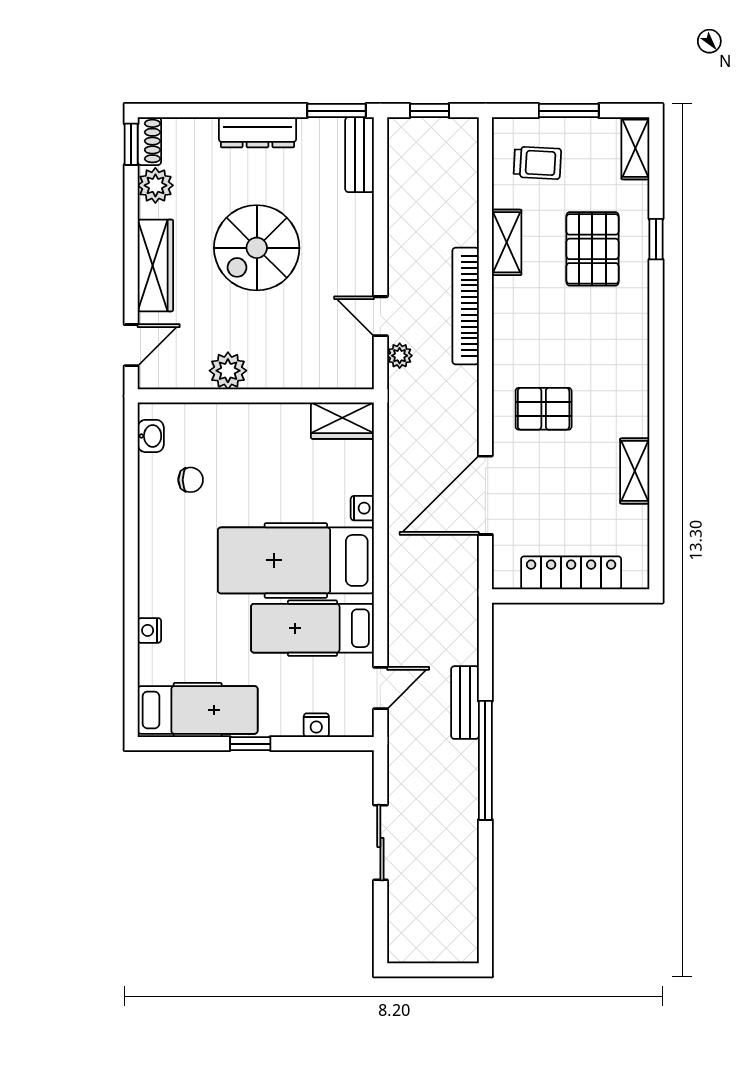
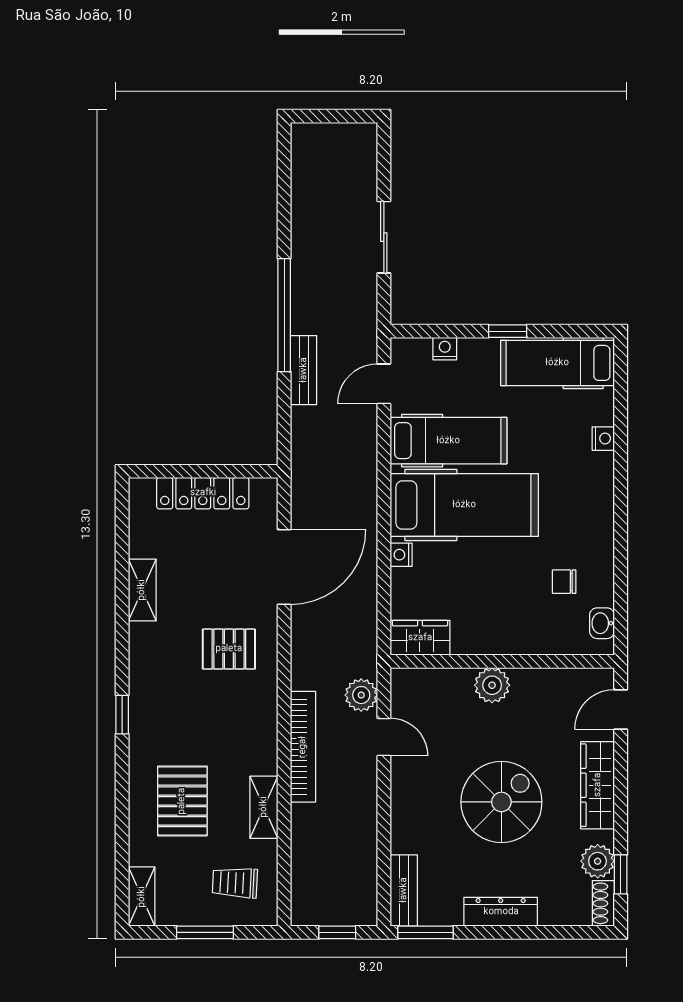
window: (131, 144) -> (621, 874), moved
window: (656, 239) -> (122, 715), moved
plant: (400, 356) -> (361, 695), width x1.38, depth x1.38
plant: (228, 371) -> (492, 685), moved

